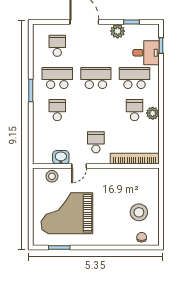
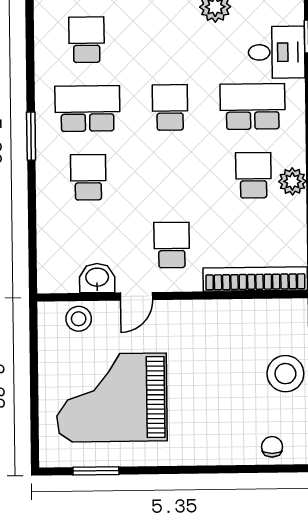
school desk: (96, 78) -> (170, 107), width x0.54
stool: (139, 212) -> (285, 374), moved

